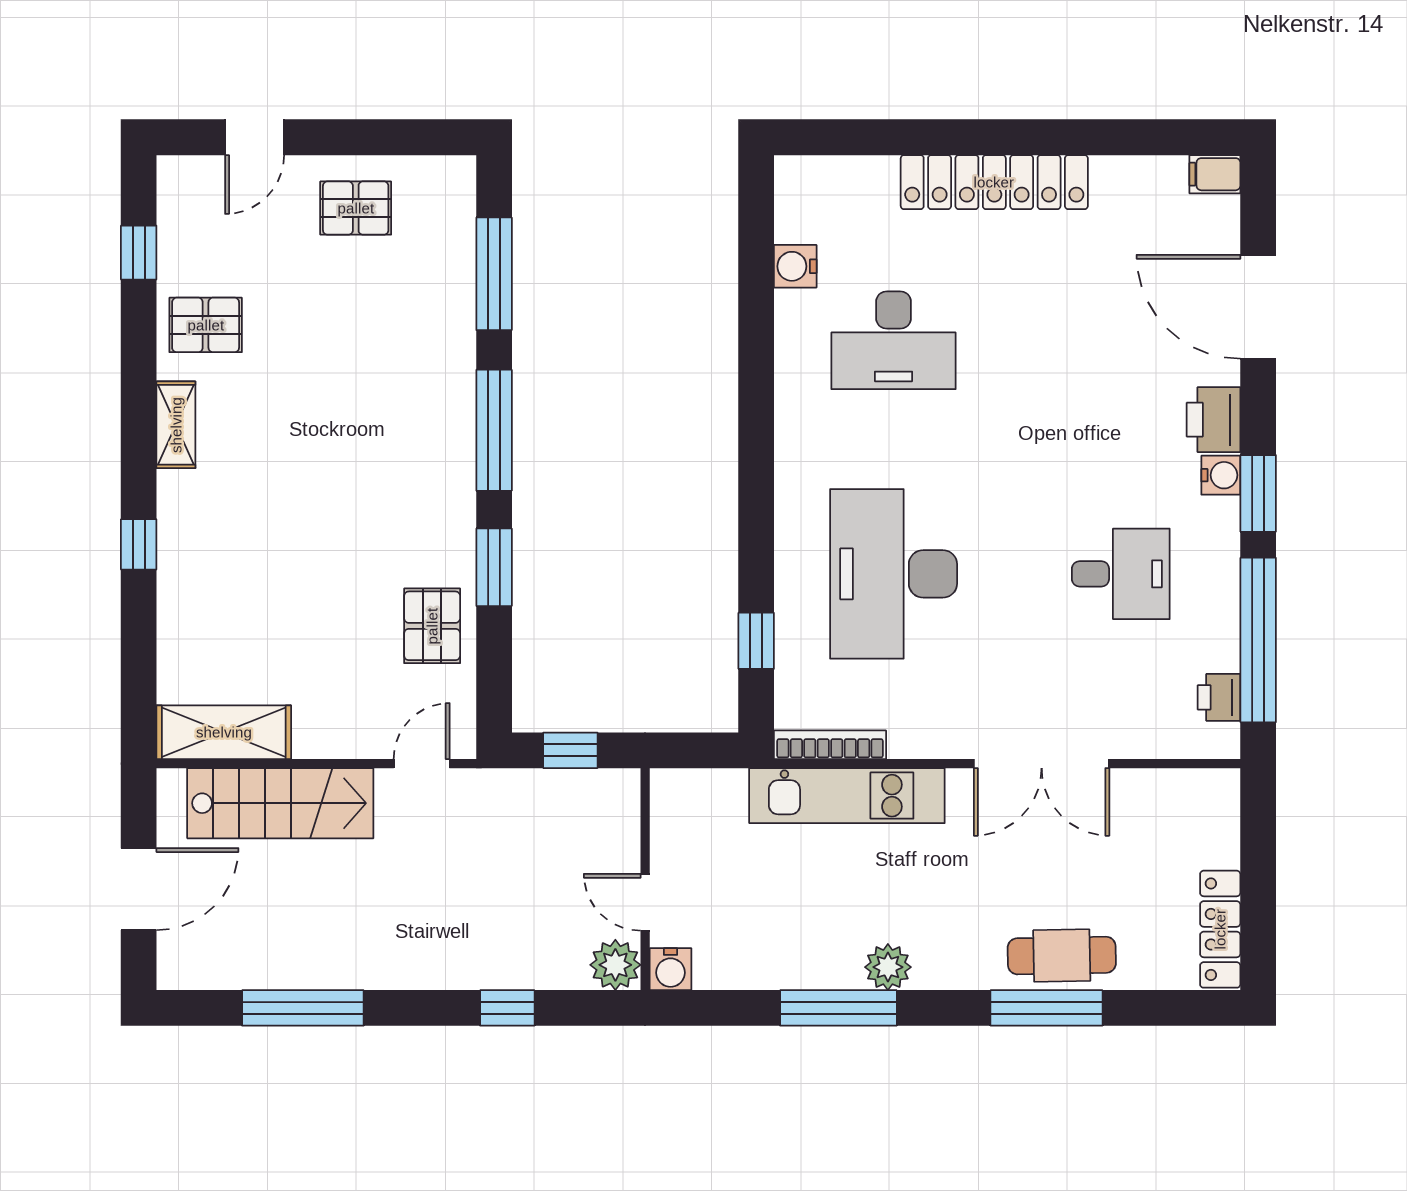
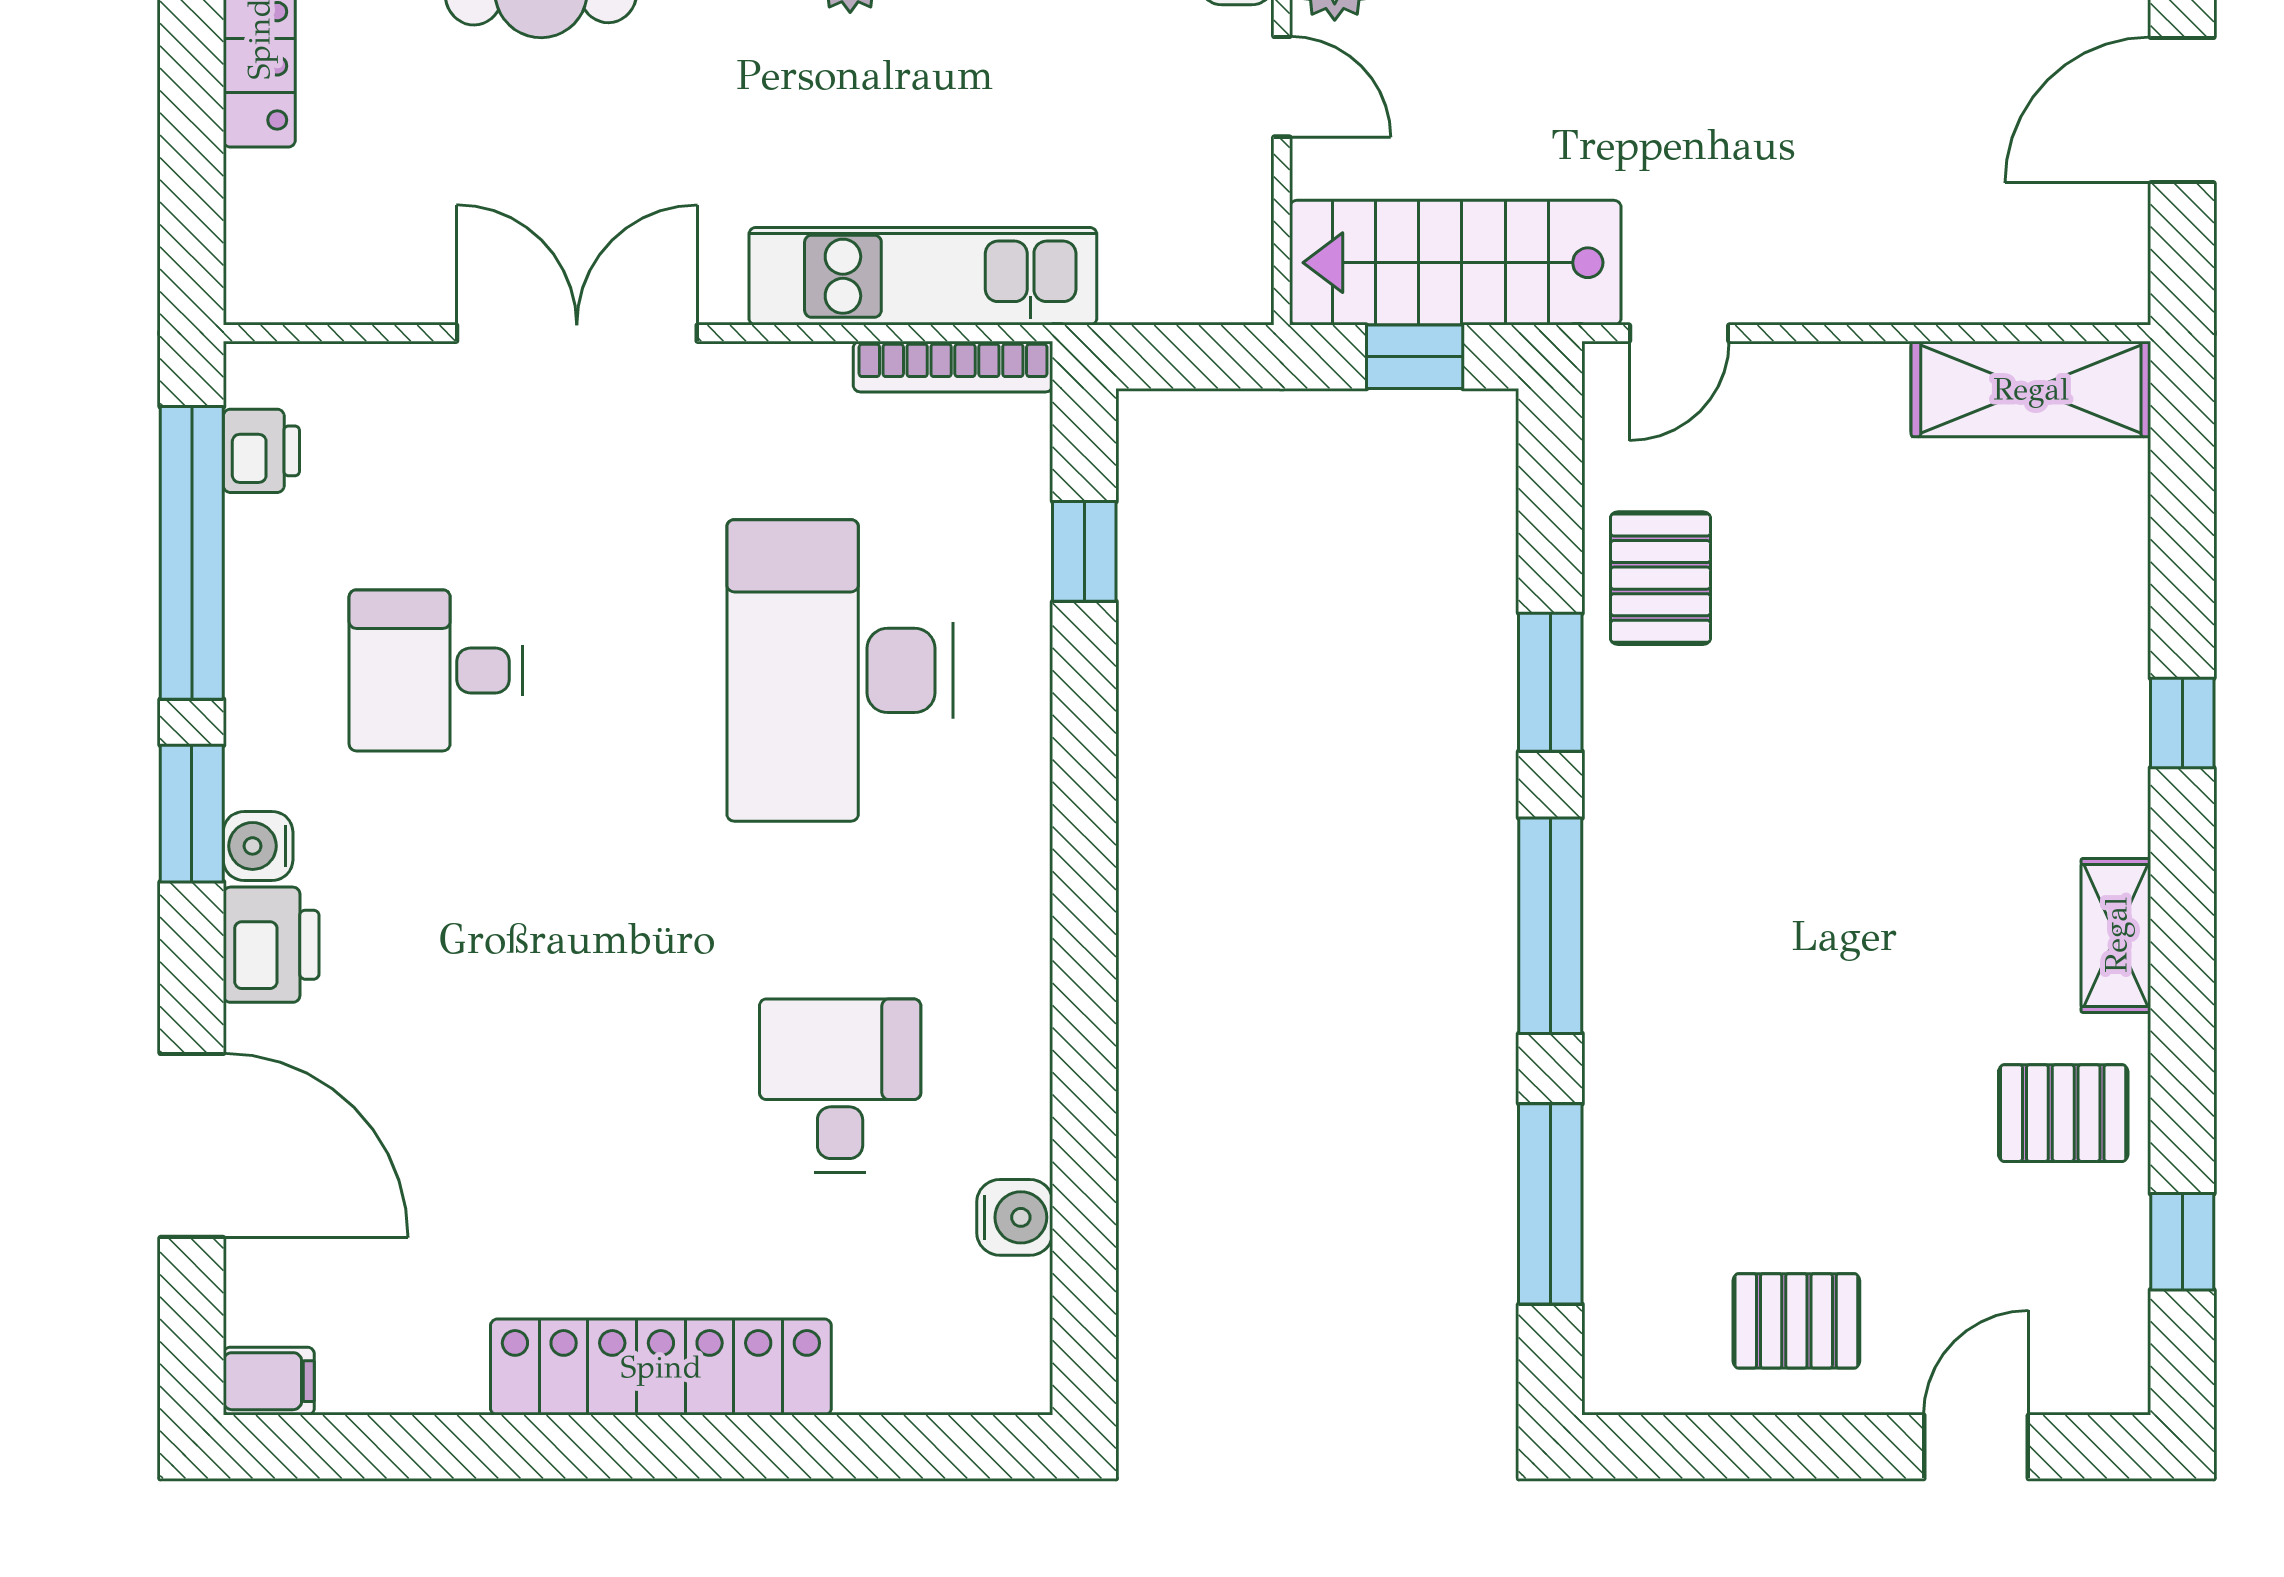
desk: (894, 340) -> (840, 1086), width x0.73
desk: (894, 574) -> (840, 670), turned 180
stairs: (280, 803) -> (1455, 263), moved

